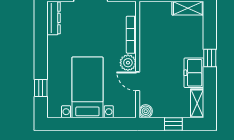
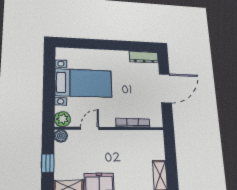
plant: (128, 63) -> (62, 119), moved
window: (41, 88) -> (83, 44), removed

